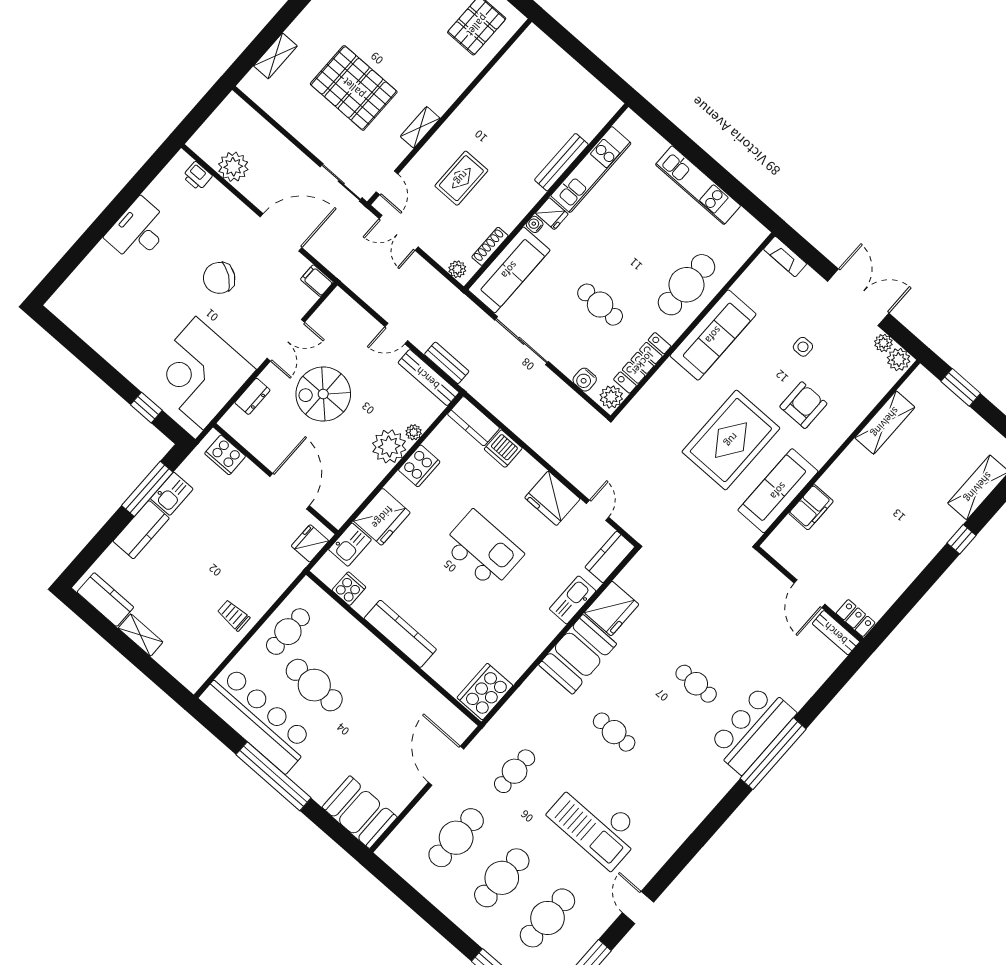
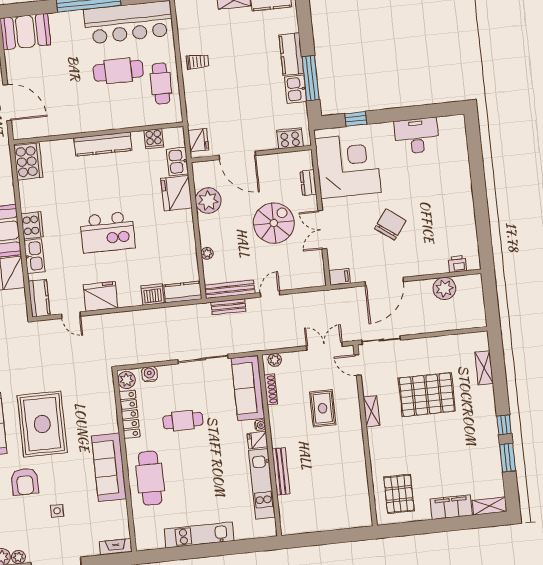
desk: (138, 231) -> (417, 136), moved, turned -90
plant: (389, 446) -> (208, 201), moved
cooker: (419, 466) -> (32, 225), moved, turned 180

